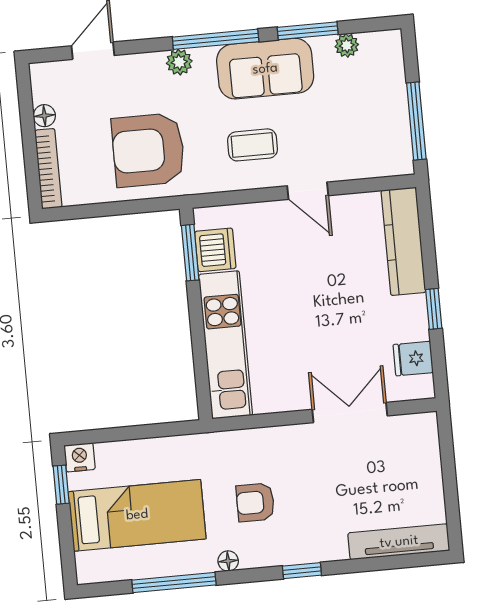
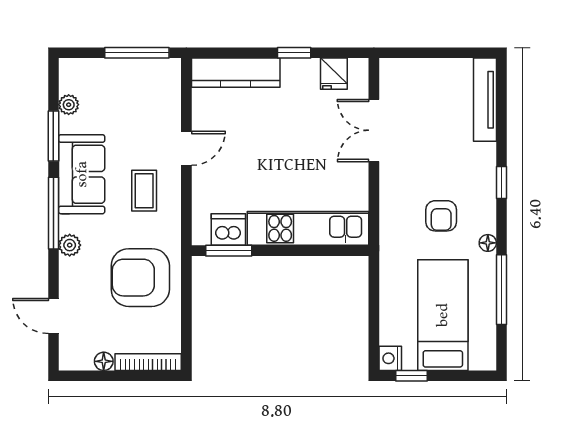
armchair: (148, 150) -> (140, 278), turned 90

